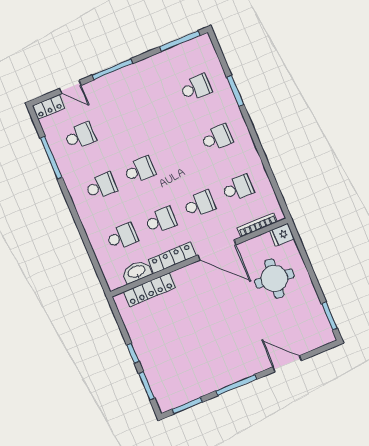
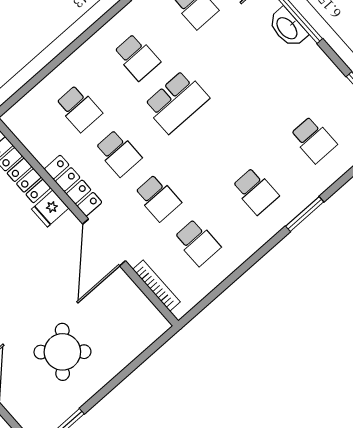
window: (235, 91) -> (305, 214), moved
school desk: (140, 170) -> (176, 102), width x1.85
fridge: (282, 235) -> (50, 209), moved, turned -90
washbasin: (137, 272) -> (287, 28), moved, turned 180
round table: (274, 279) -> (62, 352), moved, turned 35

